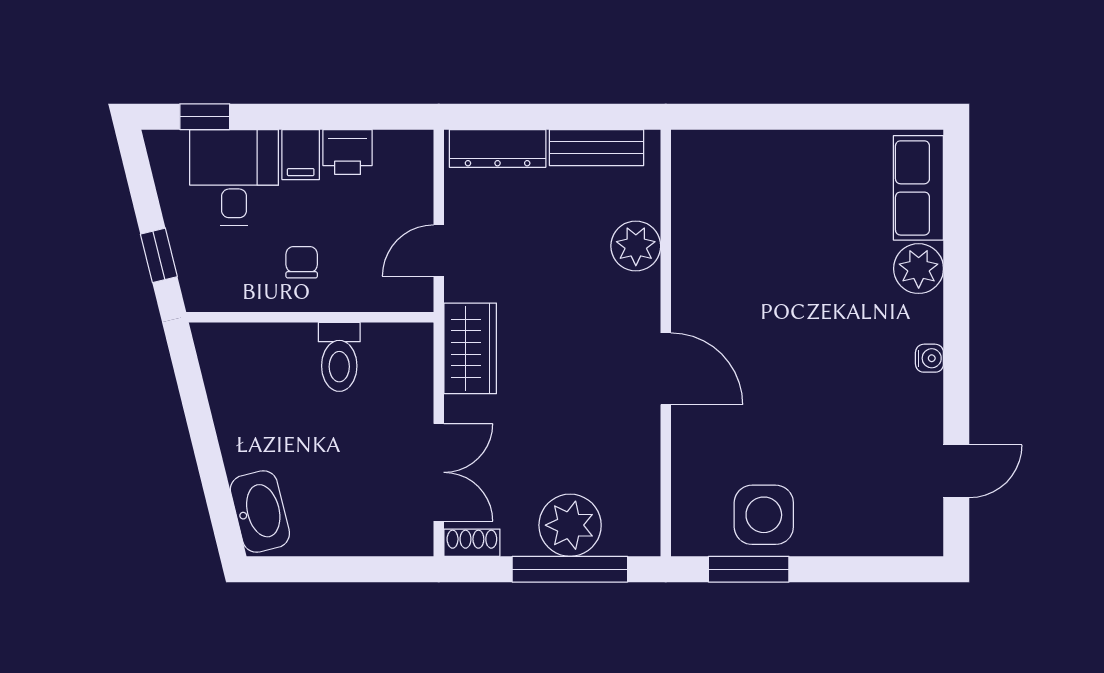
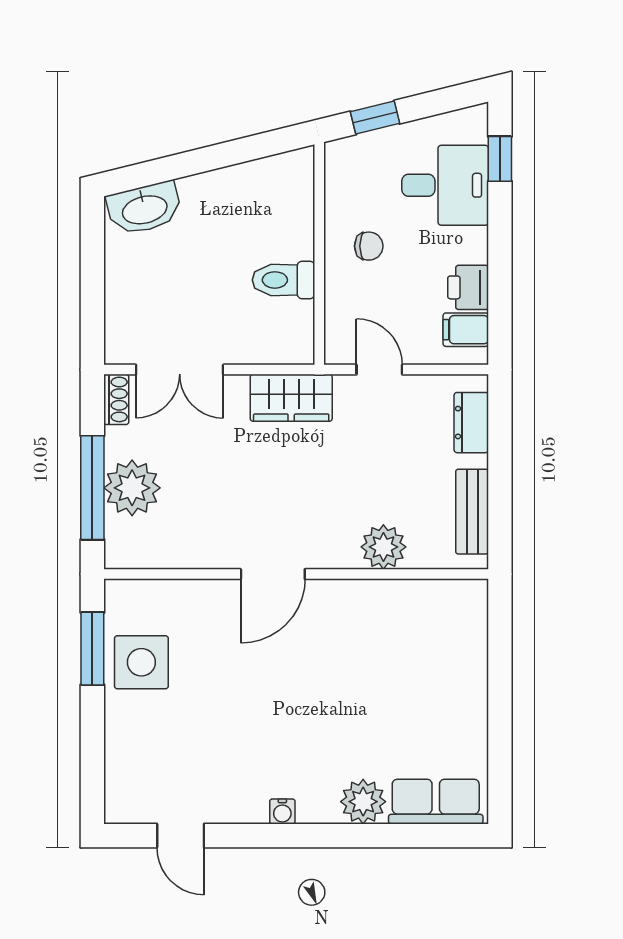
dresser: (498, 148) -> (471, 423), width x0.70
filing cabinet: (301, 155) -> (466, 330), moved

